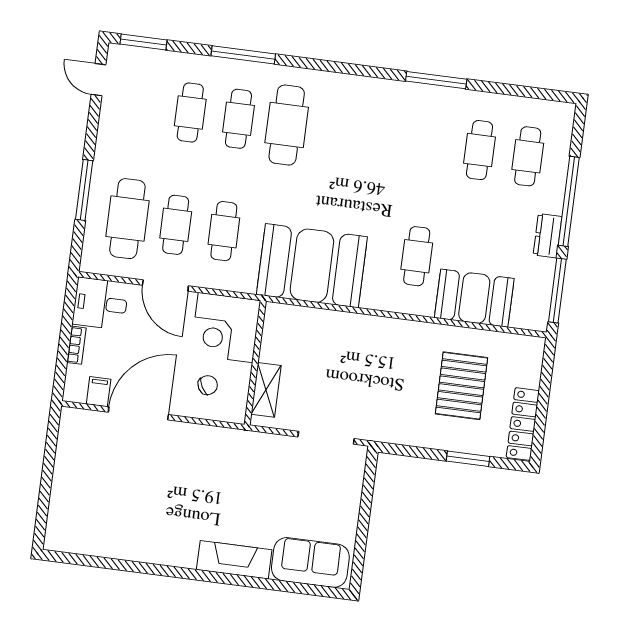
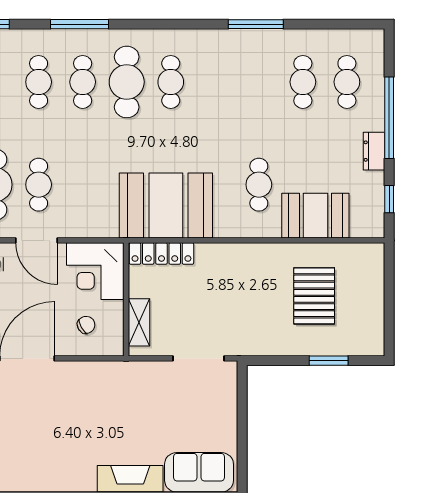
cafe table: (224, 231) -> (171, 82), moved
window: (557, 291) -> (389, 199), width x0.46
locker: (523, 424) -> (161, 253), moved, turned -90

